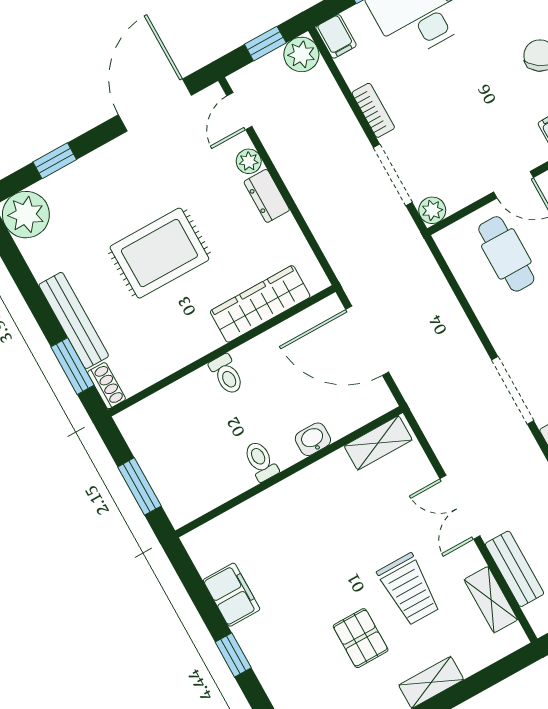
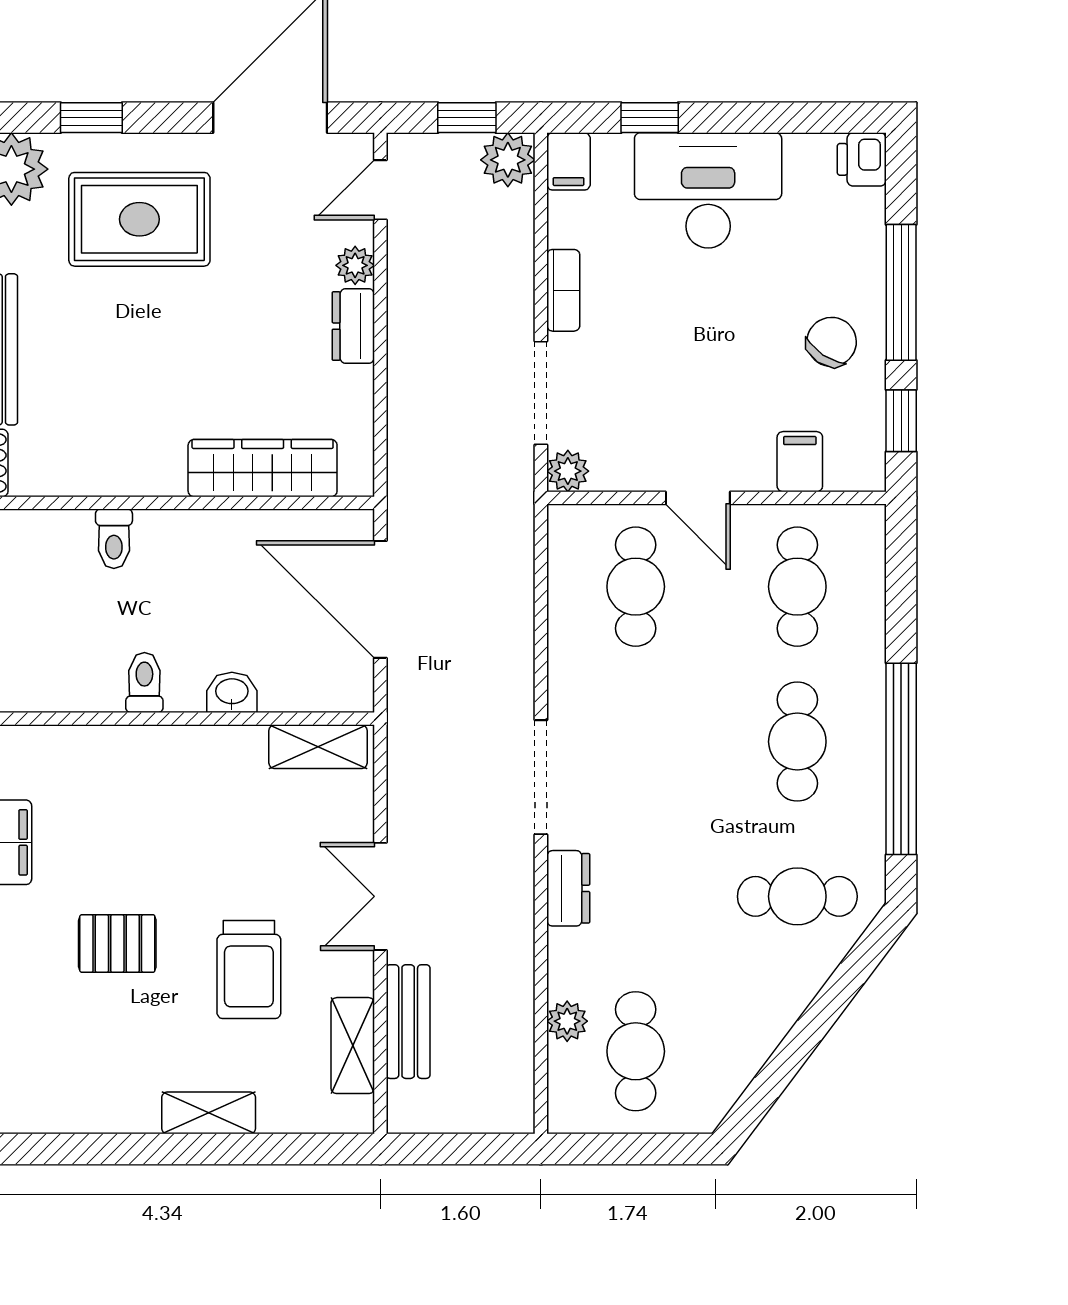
rug: (159, 253) -> (139, 219), moved
toilet: (227, 375) -> (114, 539), moved
pallet: (361, 638) -> (117, 944), moved, turned 90

